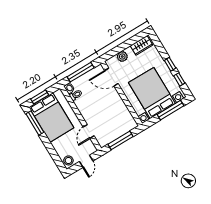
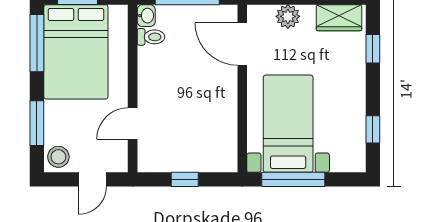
window: (170, 64) -> (373, 49), moved
bed with nightstands: (152, 93) -> (288, 124), width x0.73
window: (170, 110) -> (293, 179), moved
window: (121, 140) -> (185, 179), width x0.46
window: (53, 153) -> (37, 123), added

